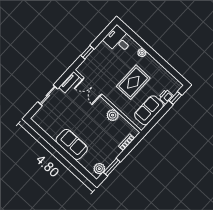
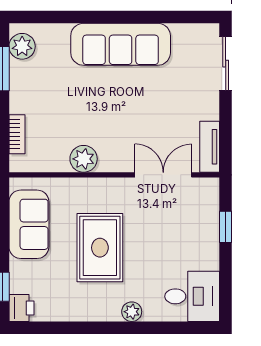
sliding door: (48, 95) -> (226, 64), moved
printer: (166, 97) -> (21, 308), moved
sofa: (72, 144) -> (121, 44), width x1.36

